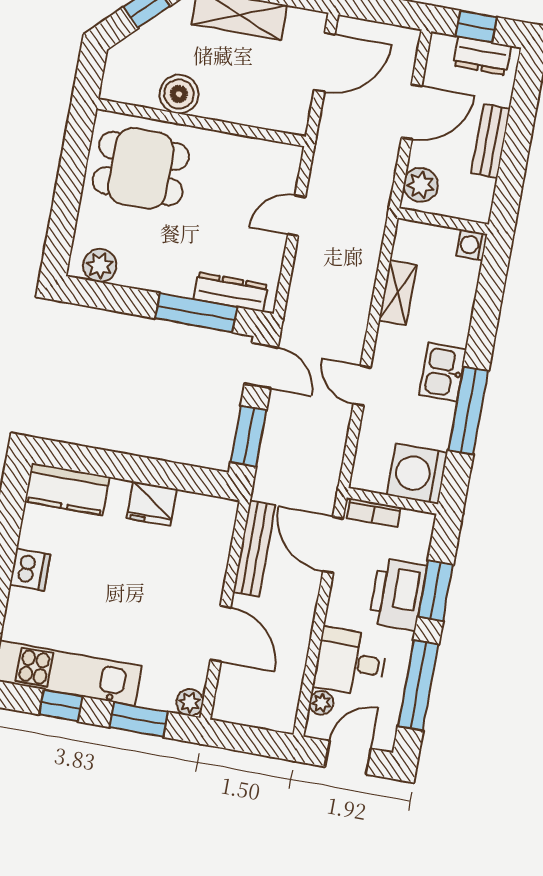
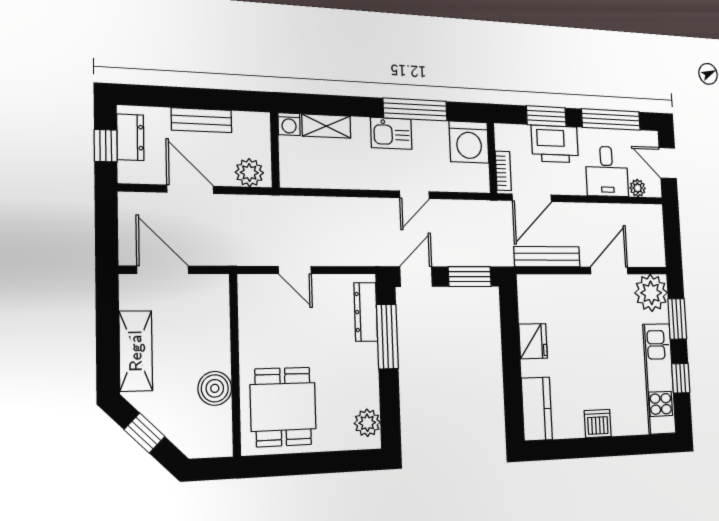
shelving: (398, 293) -> (326, 126), moved
plant: (190, 702) -> (651, 293), width x1.88, depth x1.88

